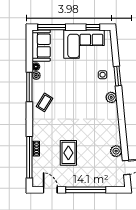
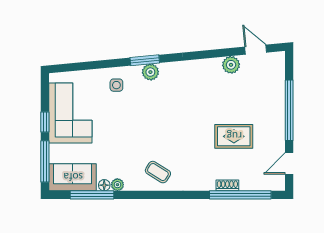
window: (93, 27) -> (45, 122), moved
window: (117, 76) -> (145, 60), moved
window: (29, 87) -> (92, 195), moved

